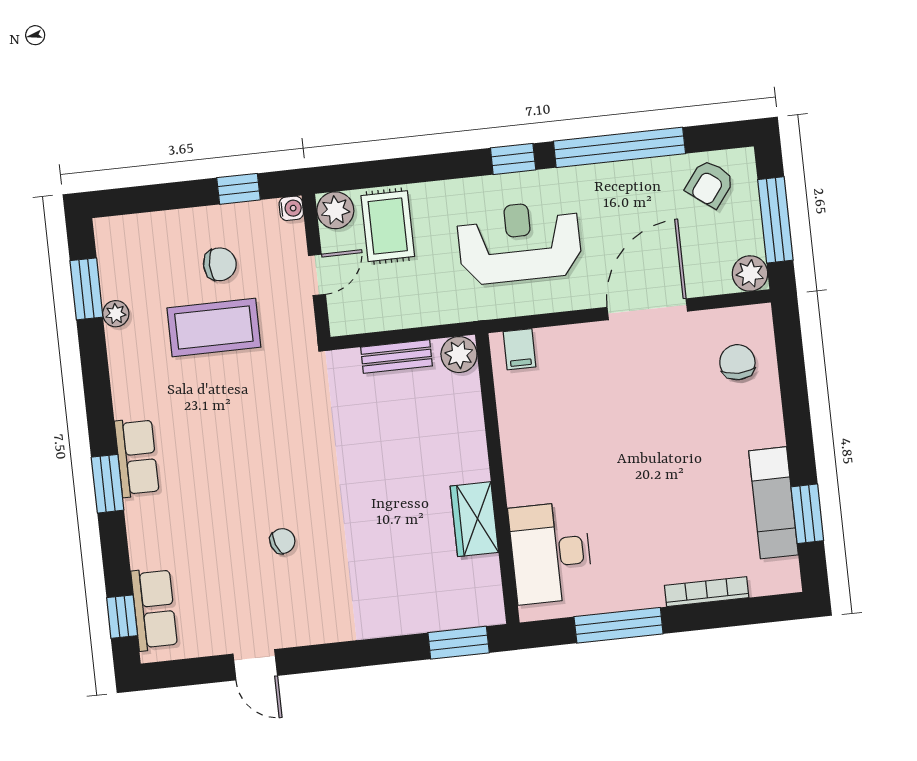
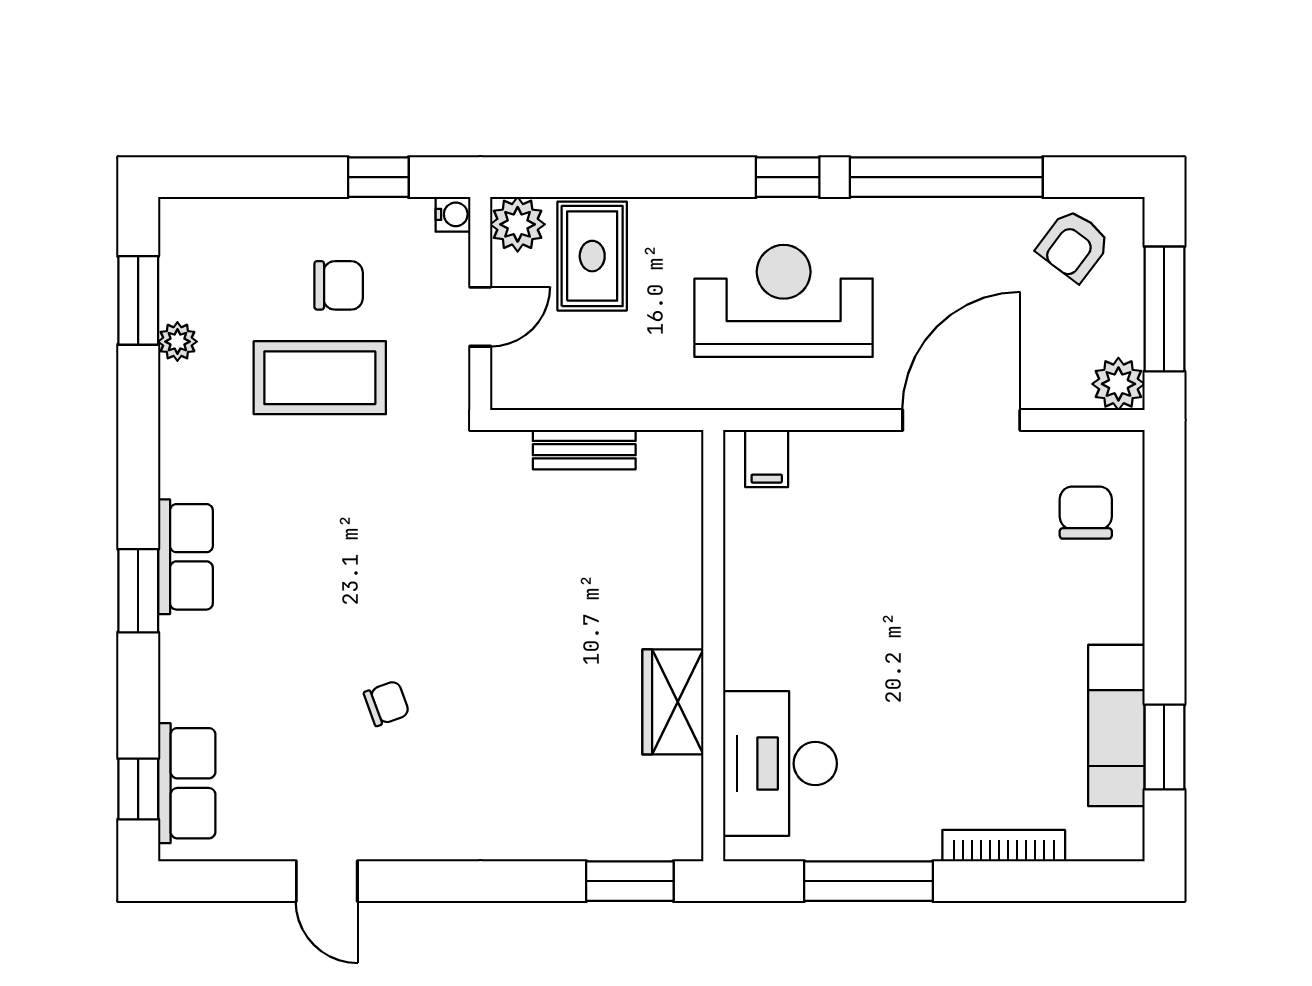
plant: (459, 355) -> (677, 457), removed

